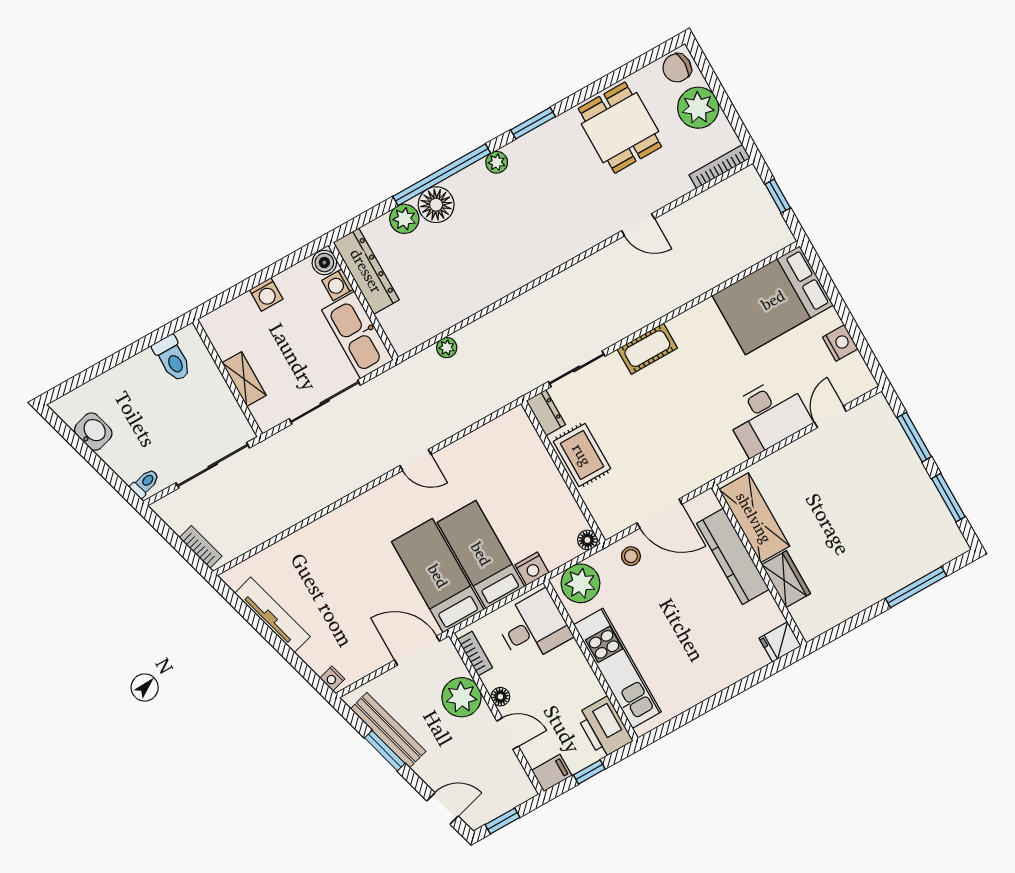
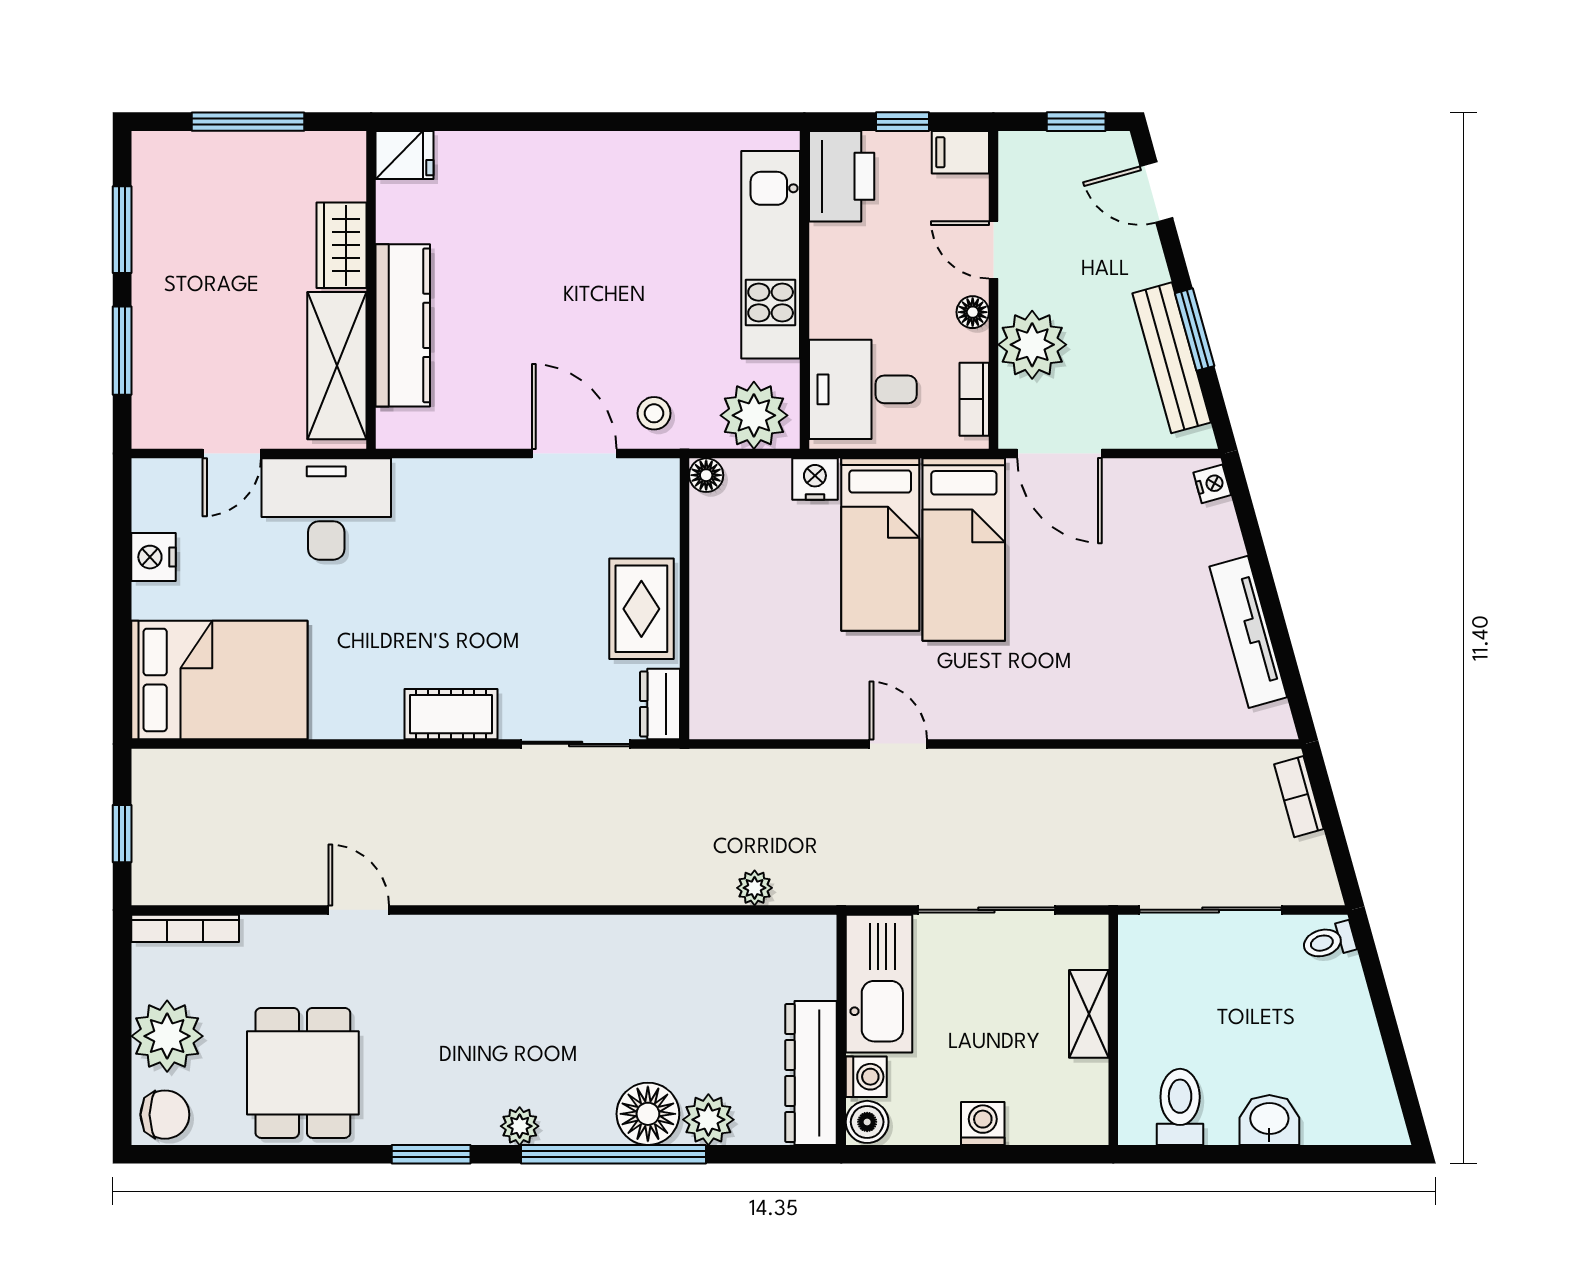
washbasin: (93, 432) -> (1269, 1120), moved, turned 106
shelving: (754, 518) -> (337, 366), moved
kitchen counter: (733, 556) -> (403, 325), moved
wall: (759, 565) -> (371, 290), moved
wardrobe: (786, 579) -> (342, 245), moved
fridge: (780, 642) -> (405, 155), moved

